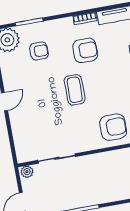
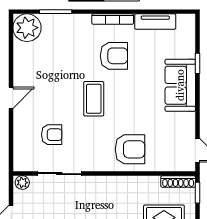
bookcase: (85, 18) -> (113, 19), width x1.56
armchair: (39, 51) -> (52, 135), moved

